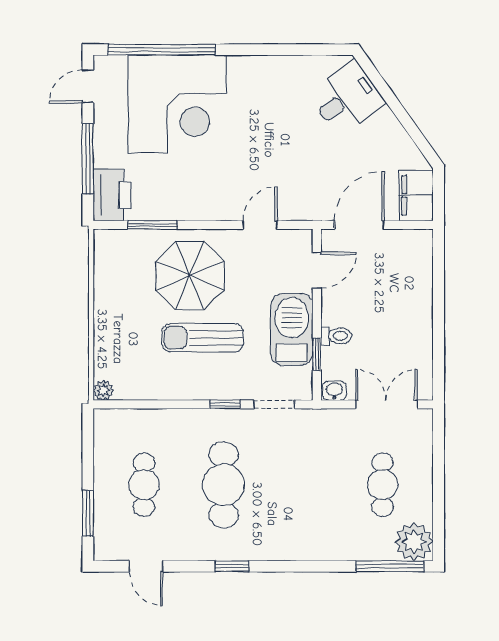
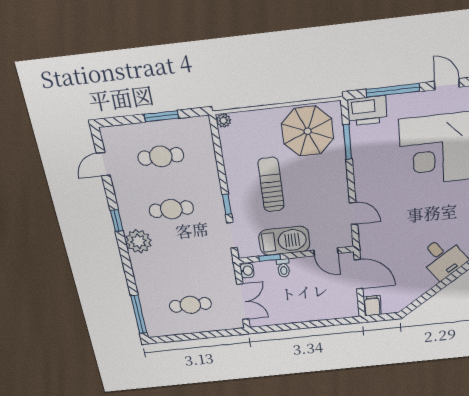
filing cabinet: (416, 195) -> (372, 306), width x0.50
parasol: (190, 276) -> (308, 131), moved
cafe table: (223, 485) -> (171, 209), width x0.73, depth x0.74
window: (88, 514) -> (161, 116), moved
plant: (414, 542) -> (138, 241), moved

